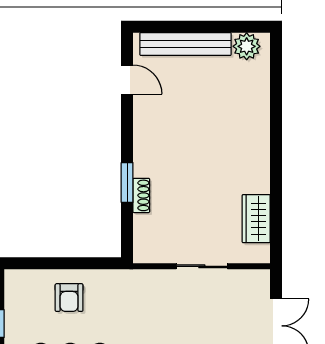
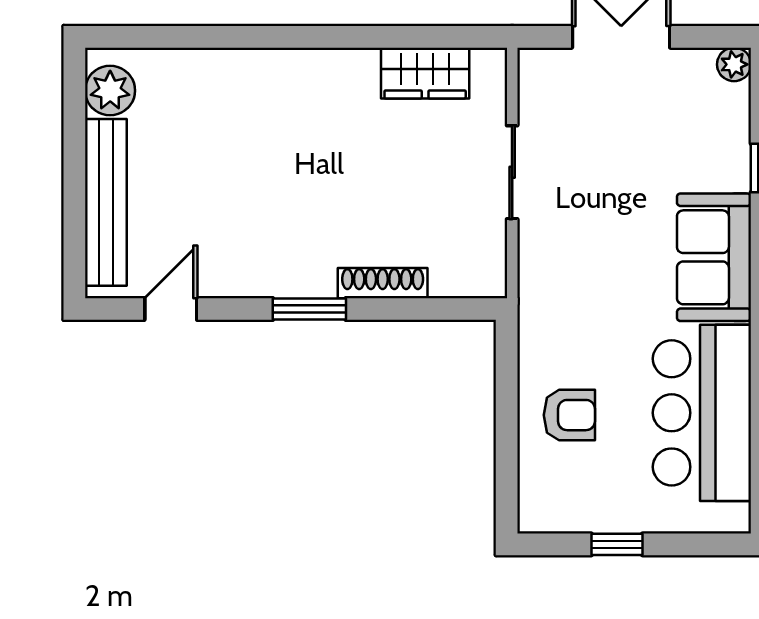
window: (127, 182) -> (309, 309), moved
shoe rack: (141, 195) -> (383, 283), width x1.43

